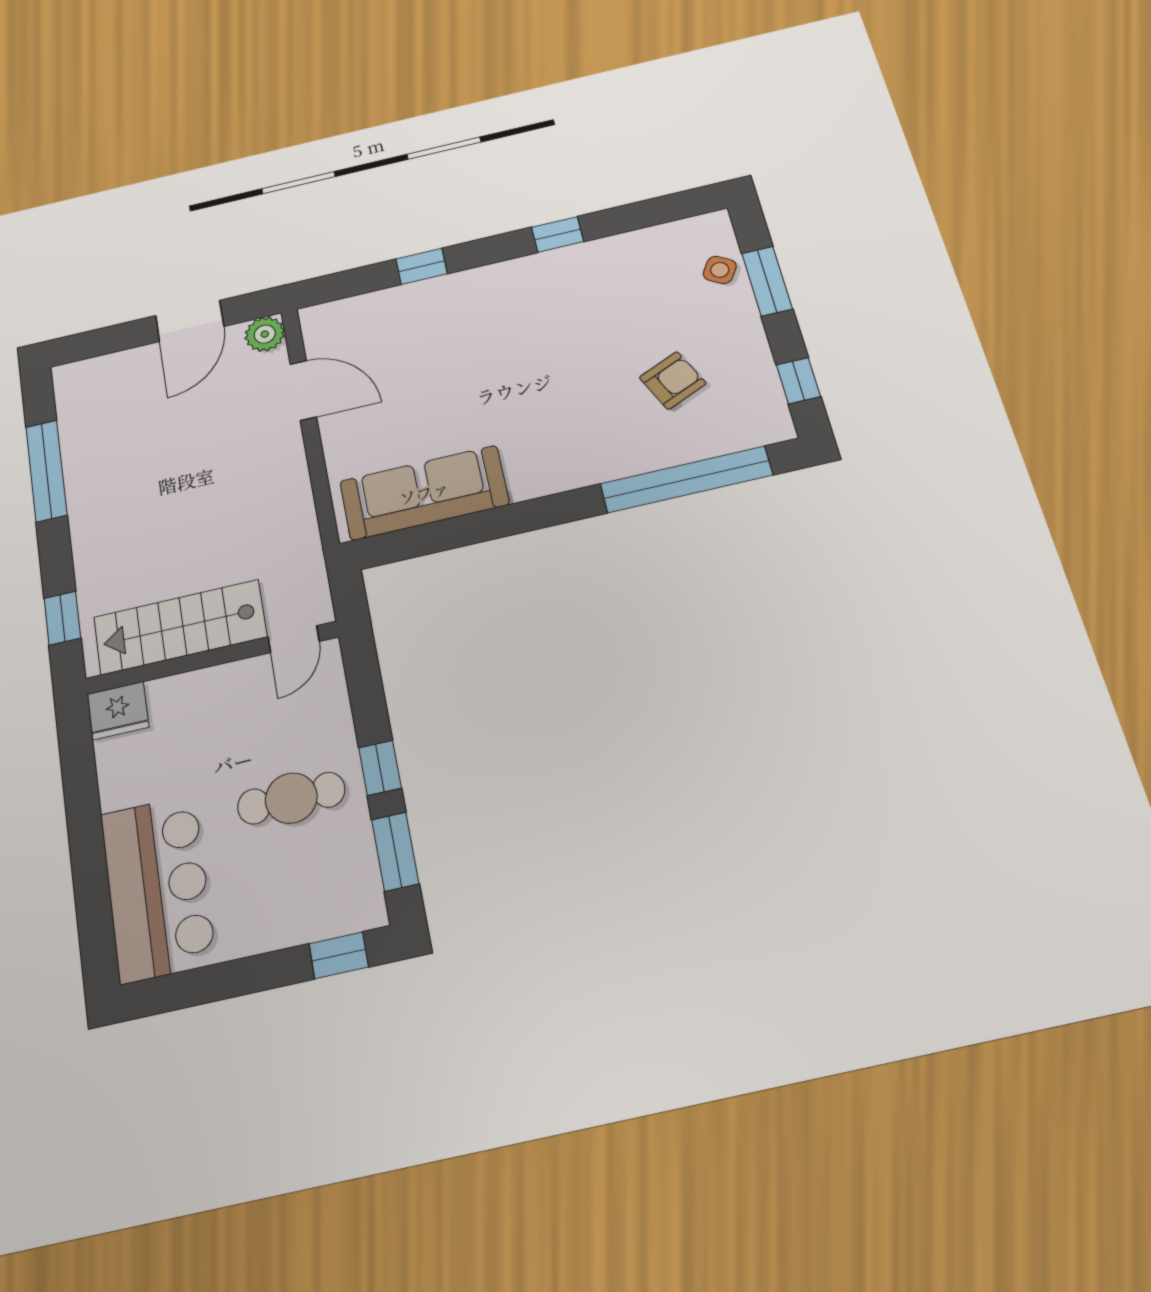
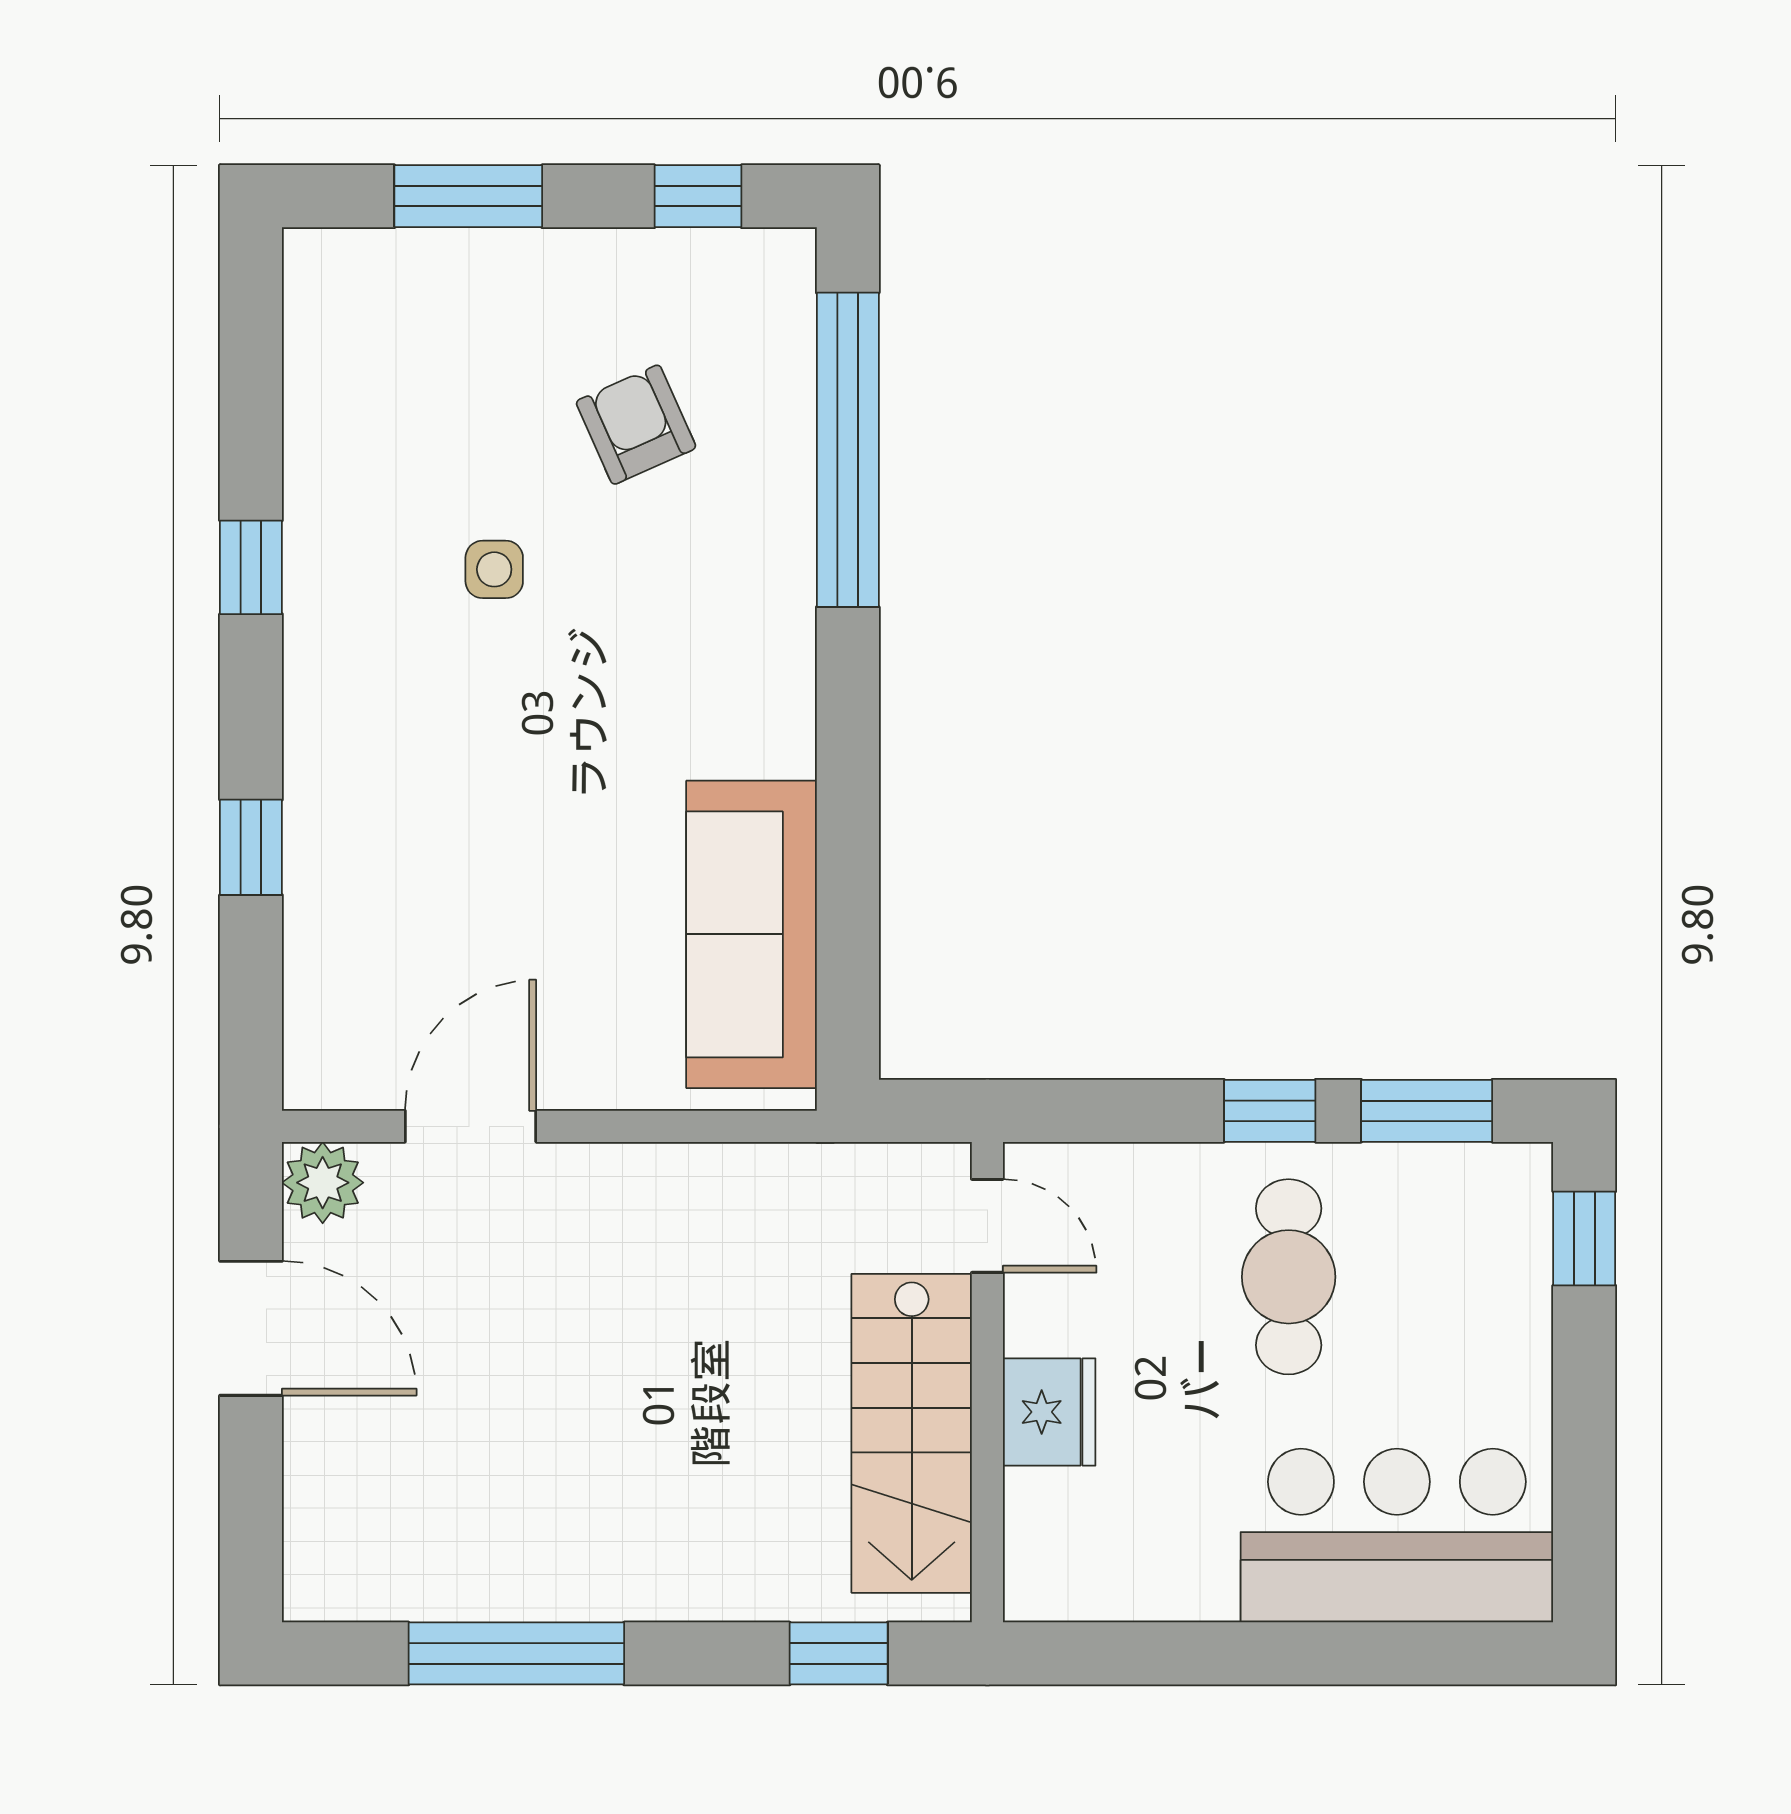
side table: (720, 270) -> (494, 569), moved, turned -32
fridge: (118, 711) -> (1049, 1412), moved

